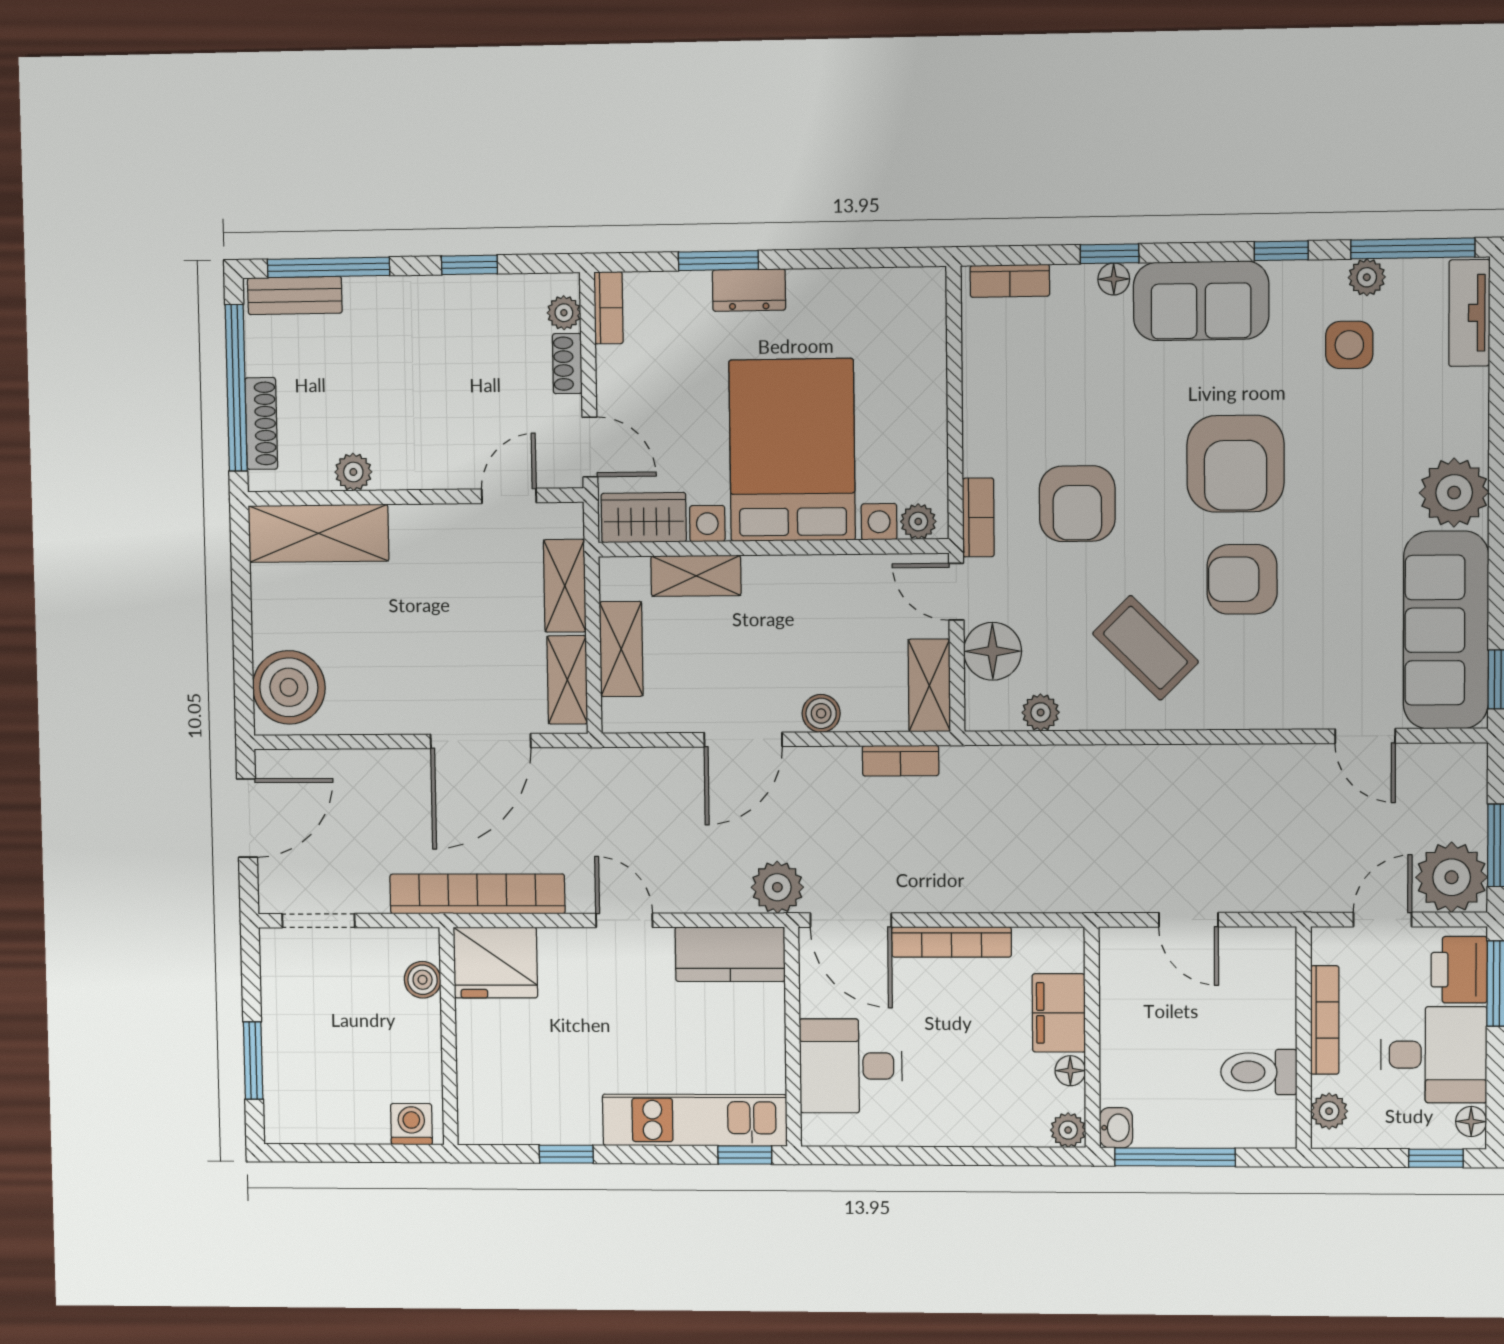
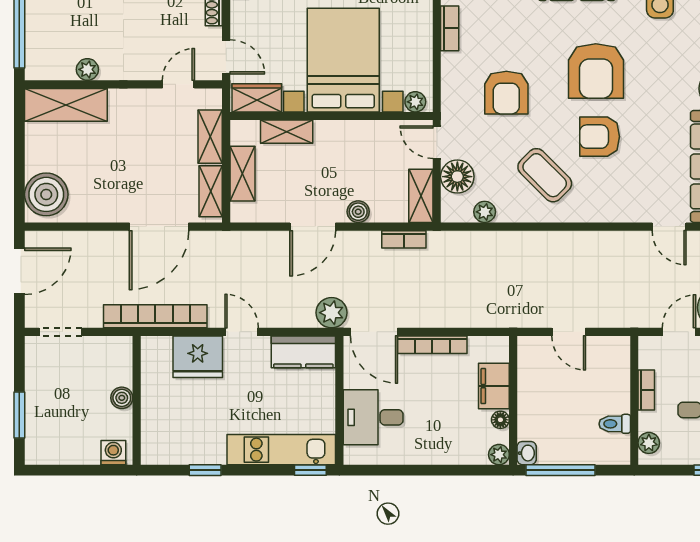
shoe rack: (261, 423) -> (34, 41), removed
bookcase: (978, 517) -> (450, 28), moved
fridge: (495, 963) -> (198, 357), moved
boiler: (423, 980) -> (122, 398), moved
bookcase: (1325, 1020) -> (646, 390), width x0.64
toilet: (1259, 1072) -> (615, 424), width x0.73, depth x0.72

